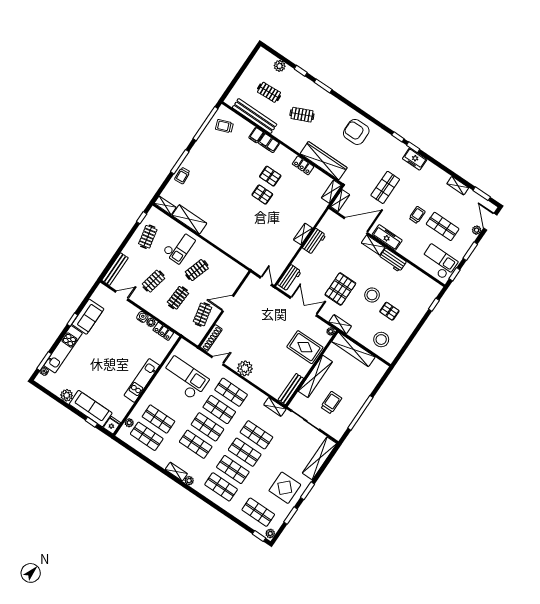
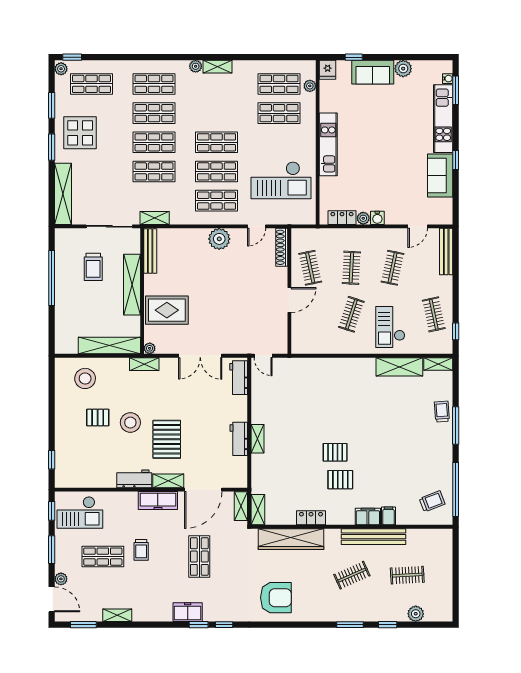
bench: (255, 116) -> (374, 537), moved
pallet: (340, 289) -> (167, 439), moved
sofa: (91, 409) -> (373, 72), width x0.73
shop shelf: (196, 444) -> (217, 113), removed

